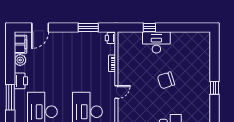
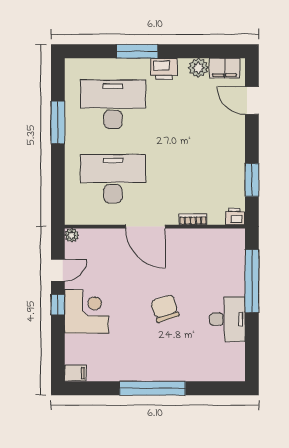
window: (149, 28) -> (252, 281), width x3.17
desk: (156, 42) -> (227, 319), moved
window: (214, 88) -> (152, 388), width x3.17
door: (116, 92) -> (146, 227), width x1.87

